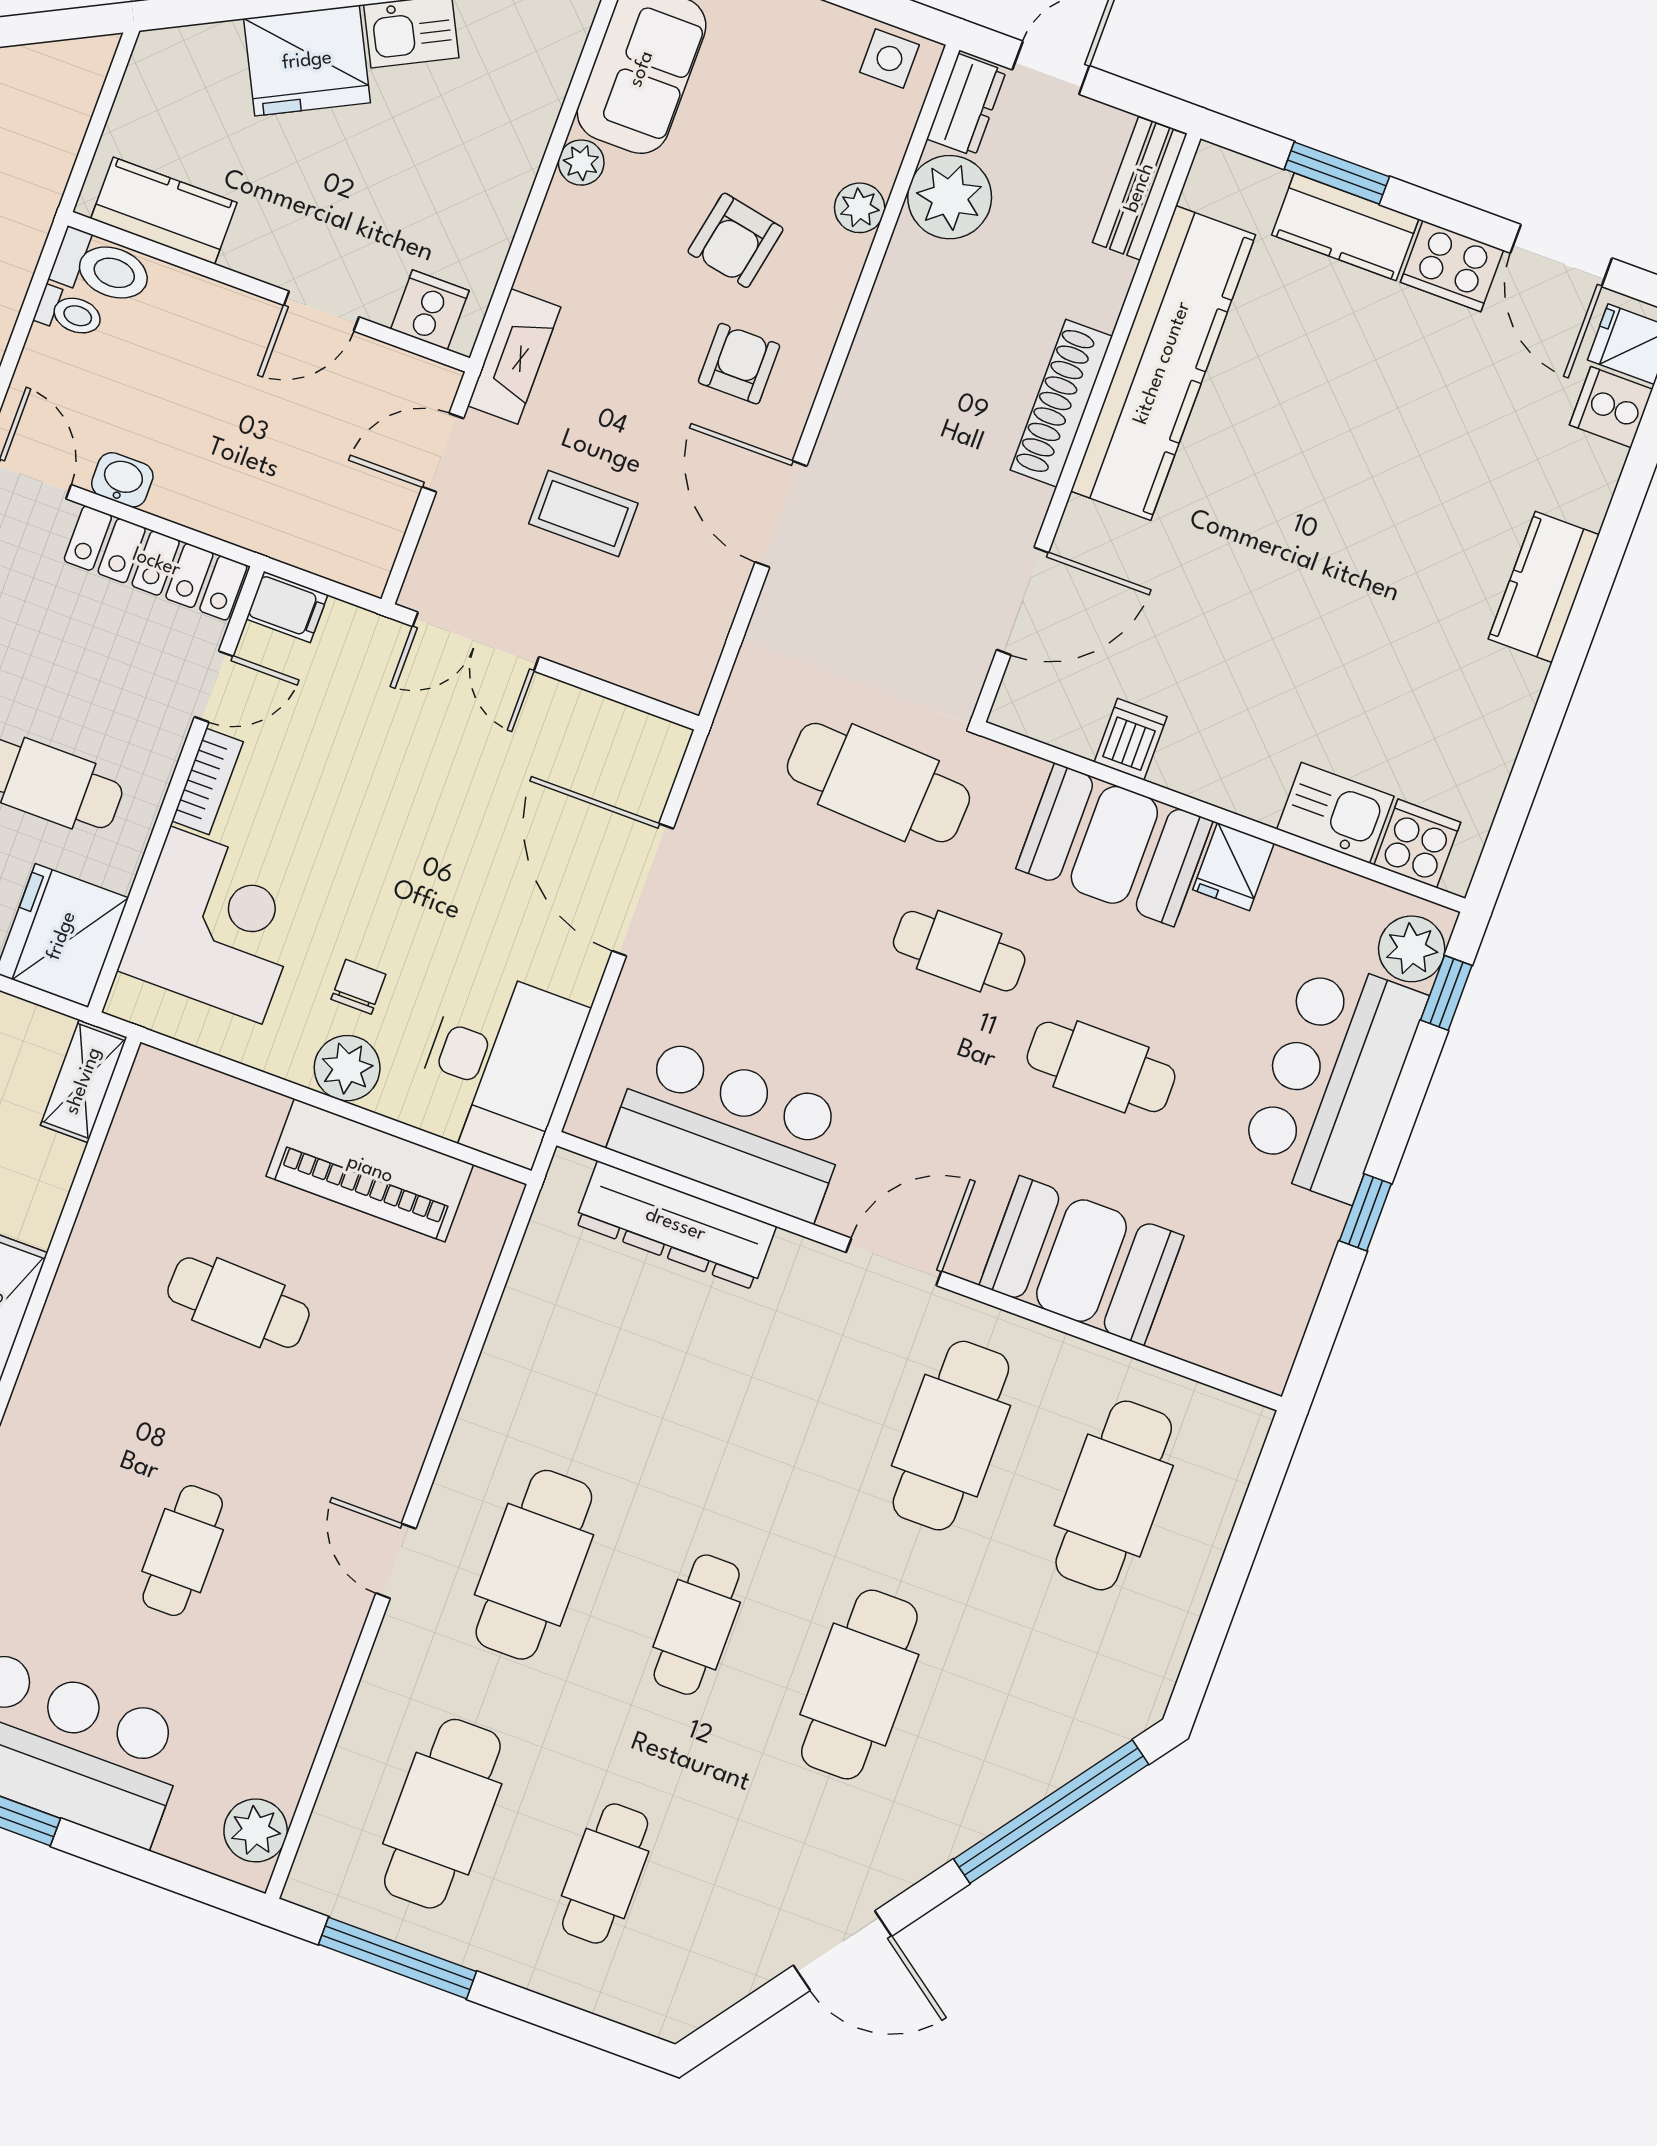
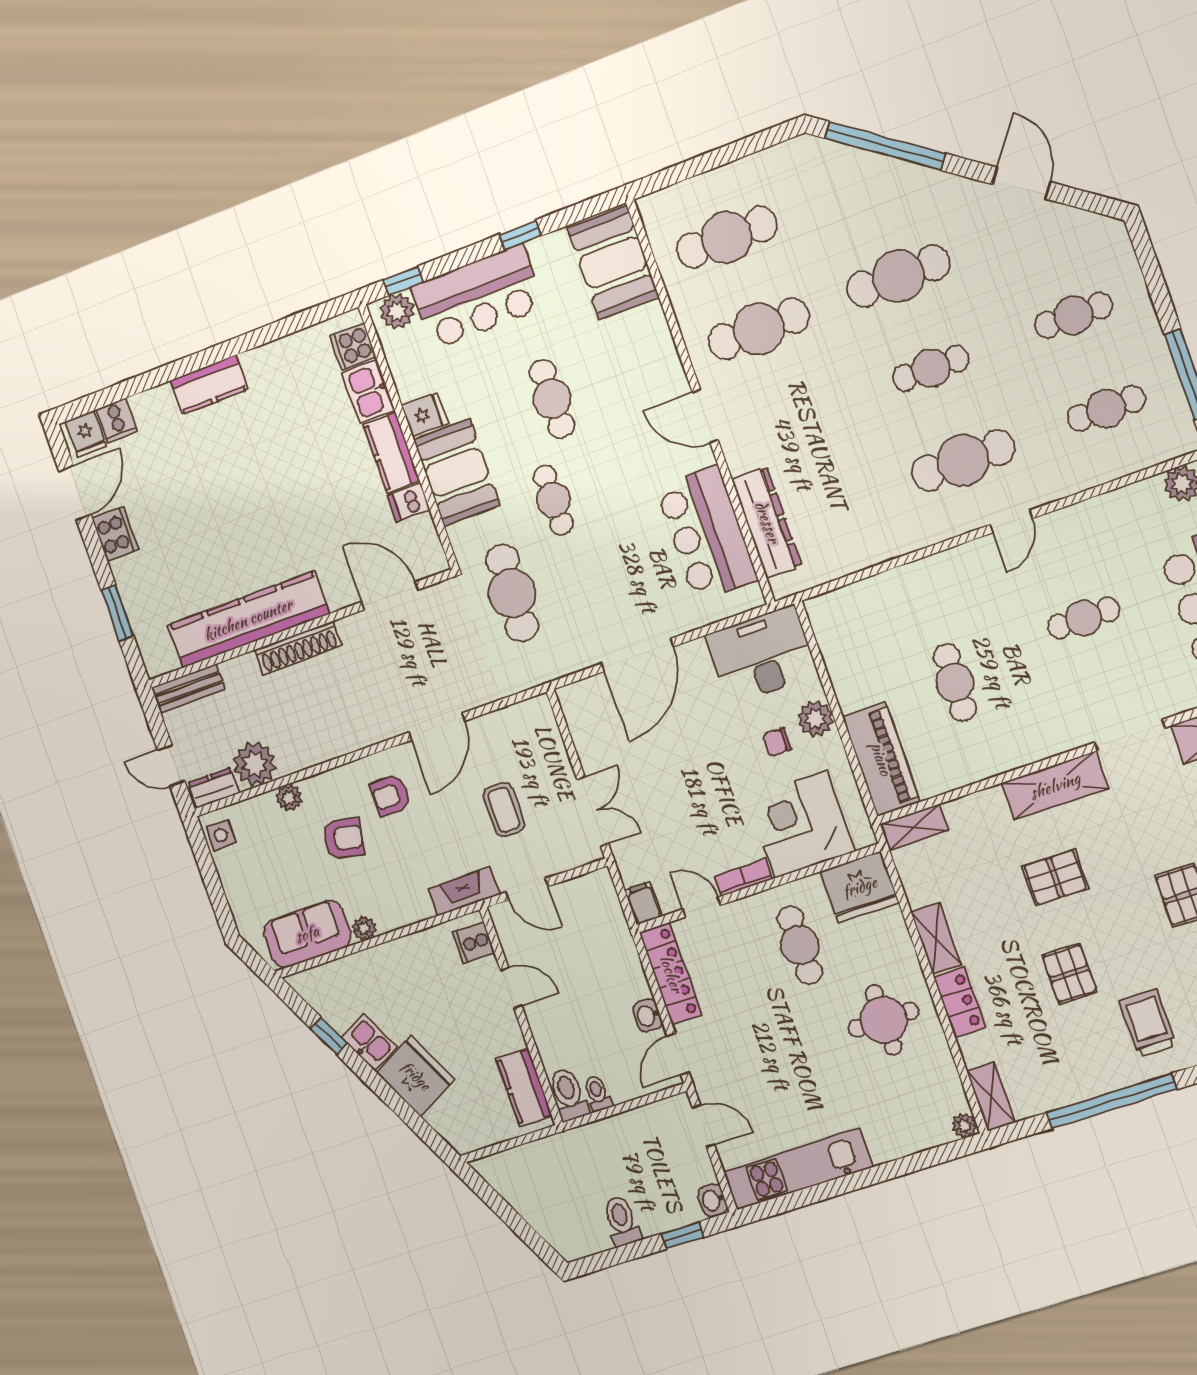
kitchen counter: (1345, 227) -> (391, 453), moved, turned 180
piano: (370, 1170) -> (881, 759), moved
booth: (1081, 1261) -> (613, 263), moved
cafe table: (442, 1814) -> (1106, 409), width x0.73, depth x0.74

